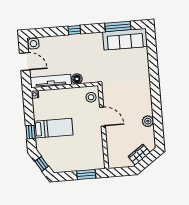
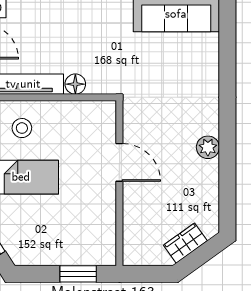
stool: (91, 97) -> (22, 128), moved
plant: (148, 121) -> (208, 147), moved

